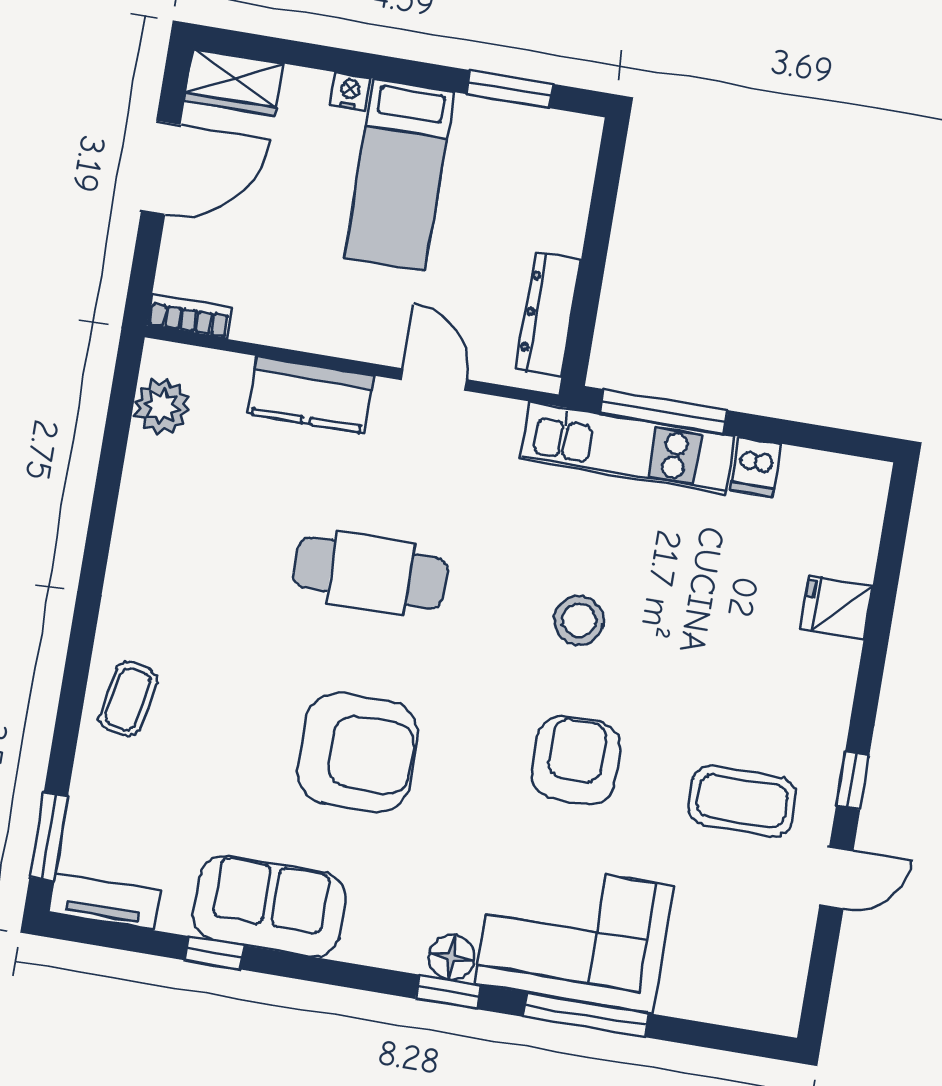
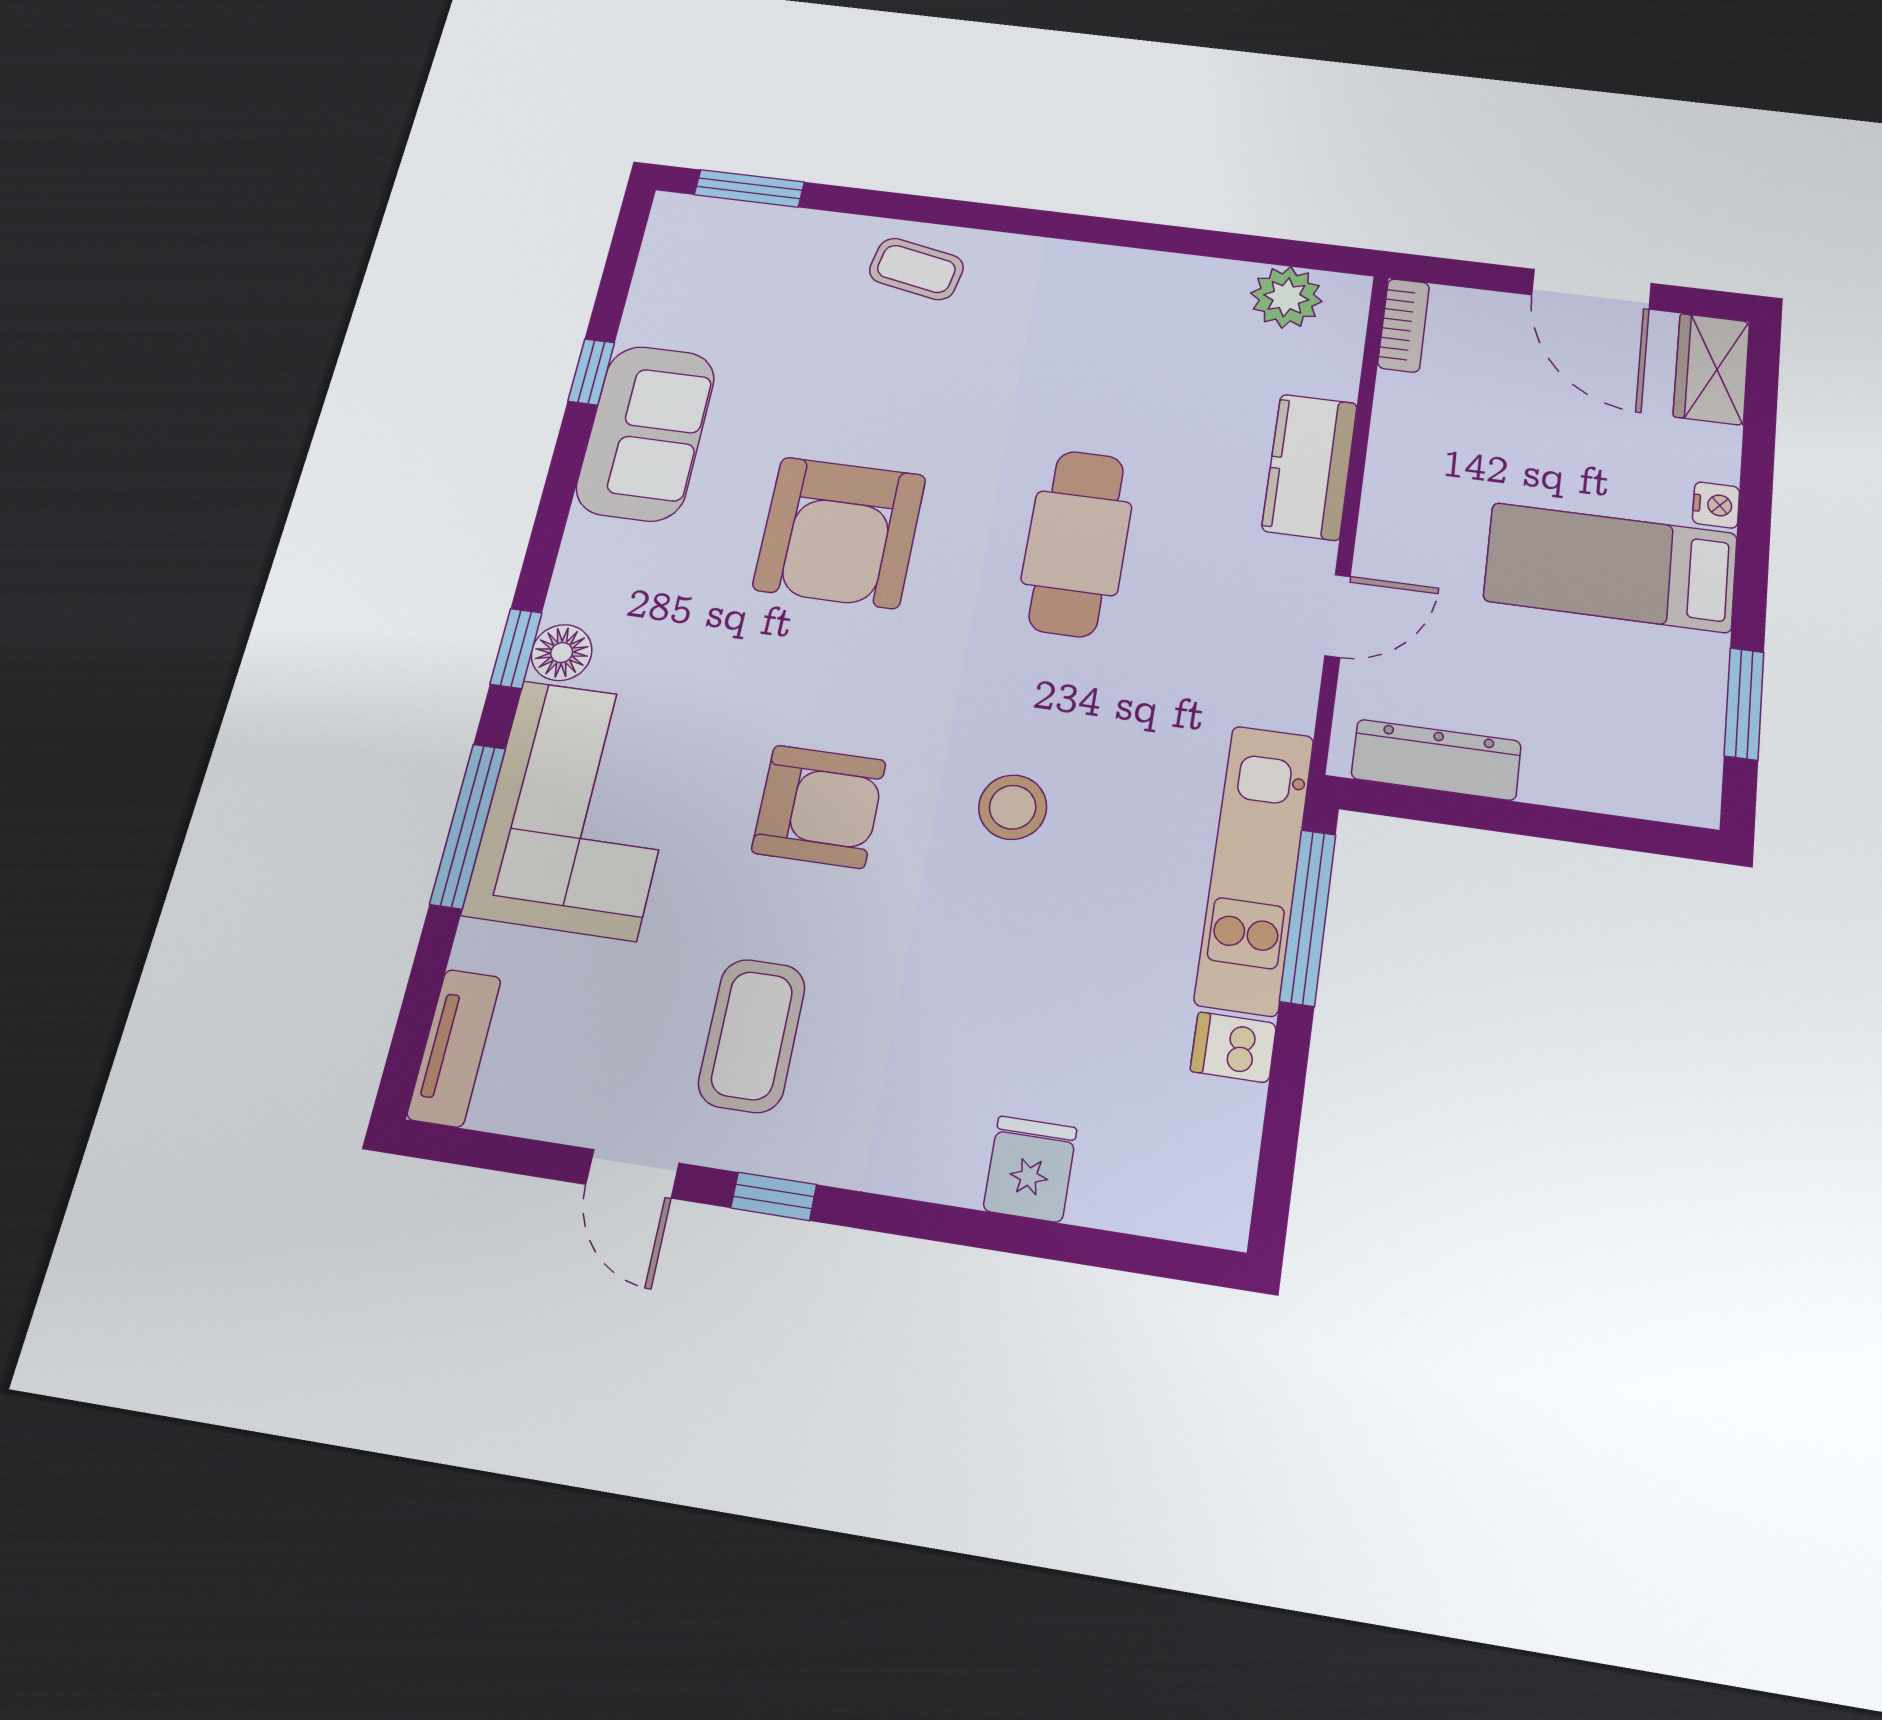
tv unit: (105, 901) -> (454, 1048), moved

